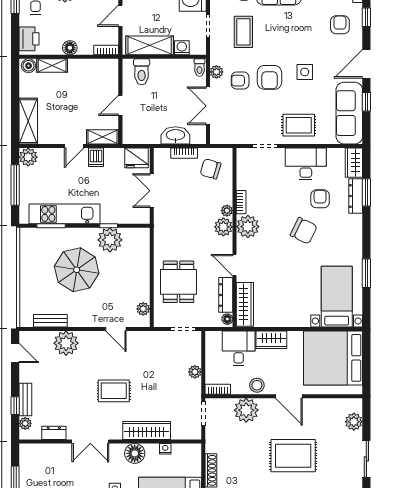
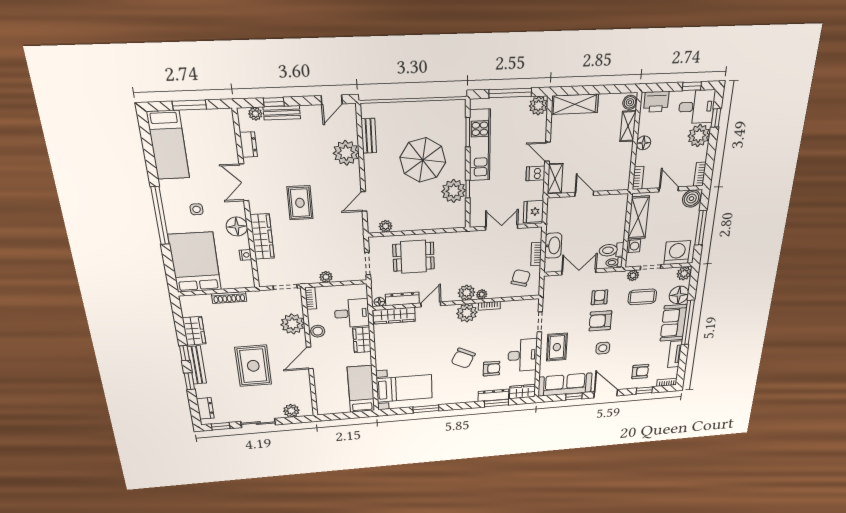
toilet: (142, 72) -> (611, 250), moved
plant: (216, 72) -> (633, 275), moved
bed: (333, 358) -> (361, 389), width x0.49

